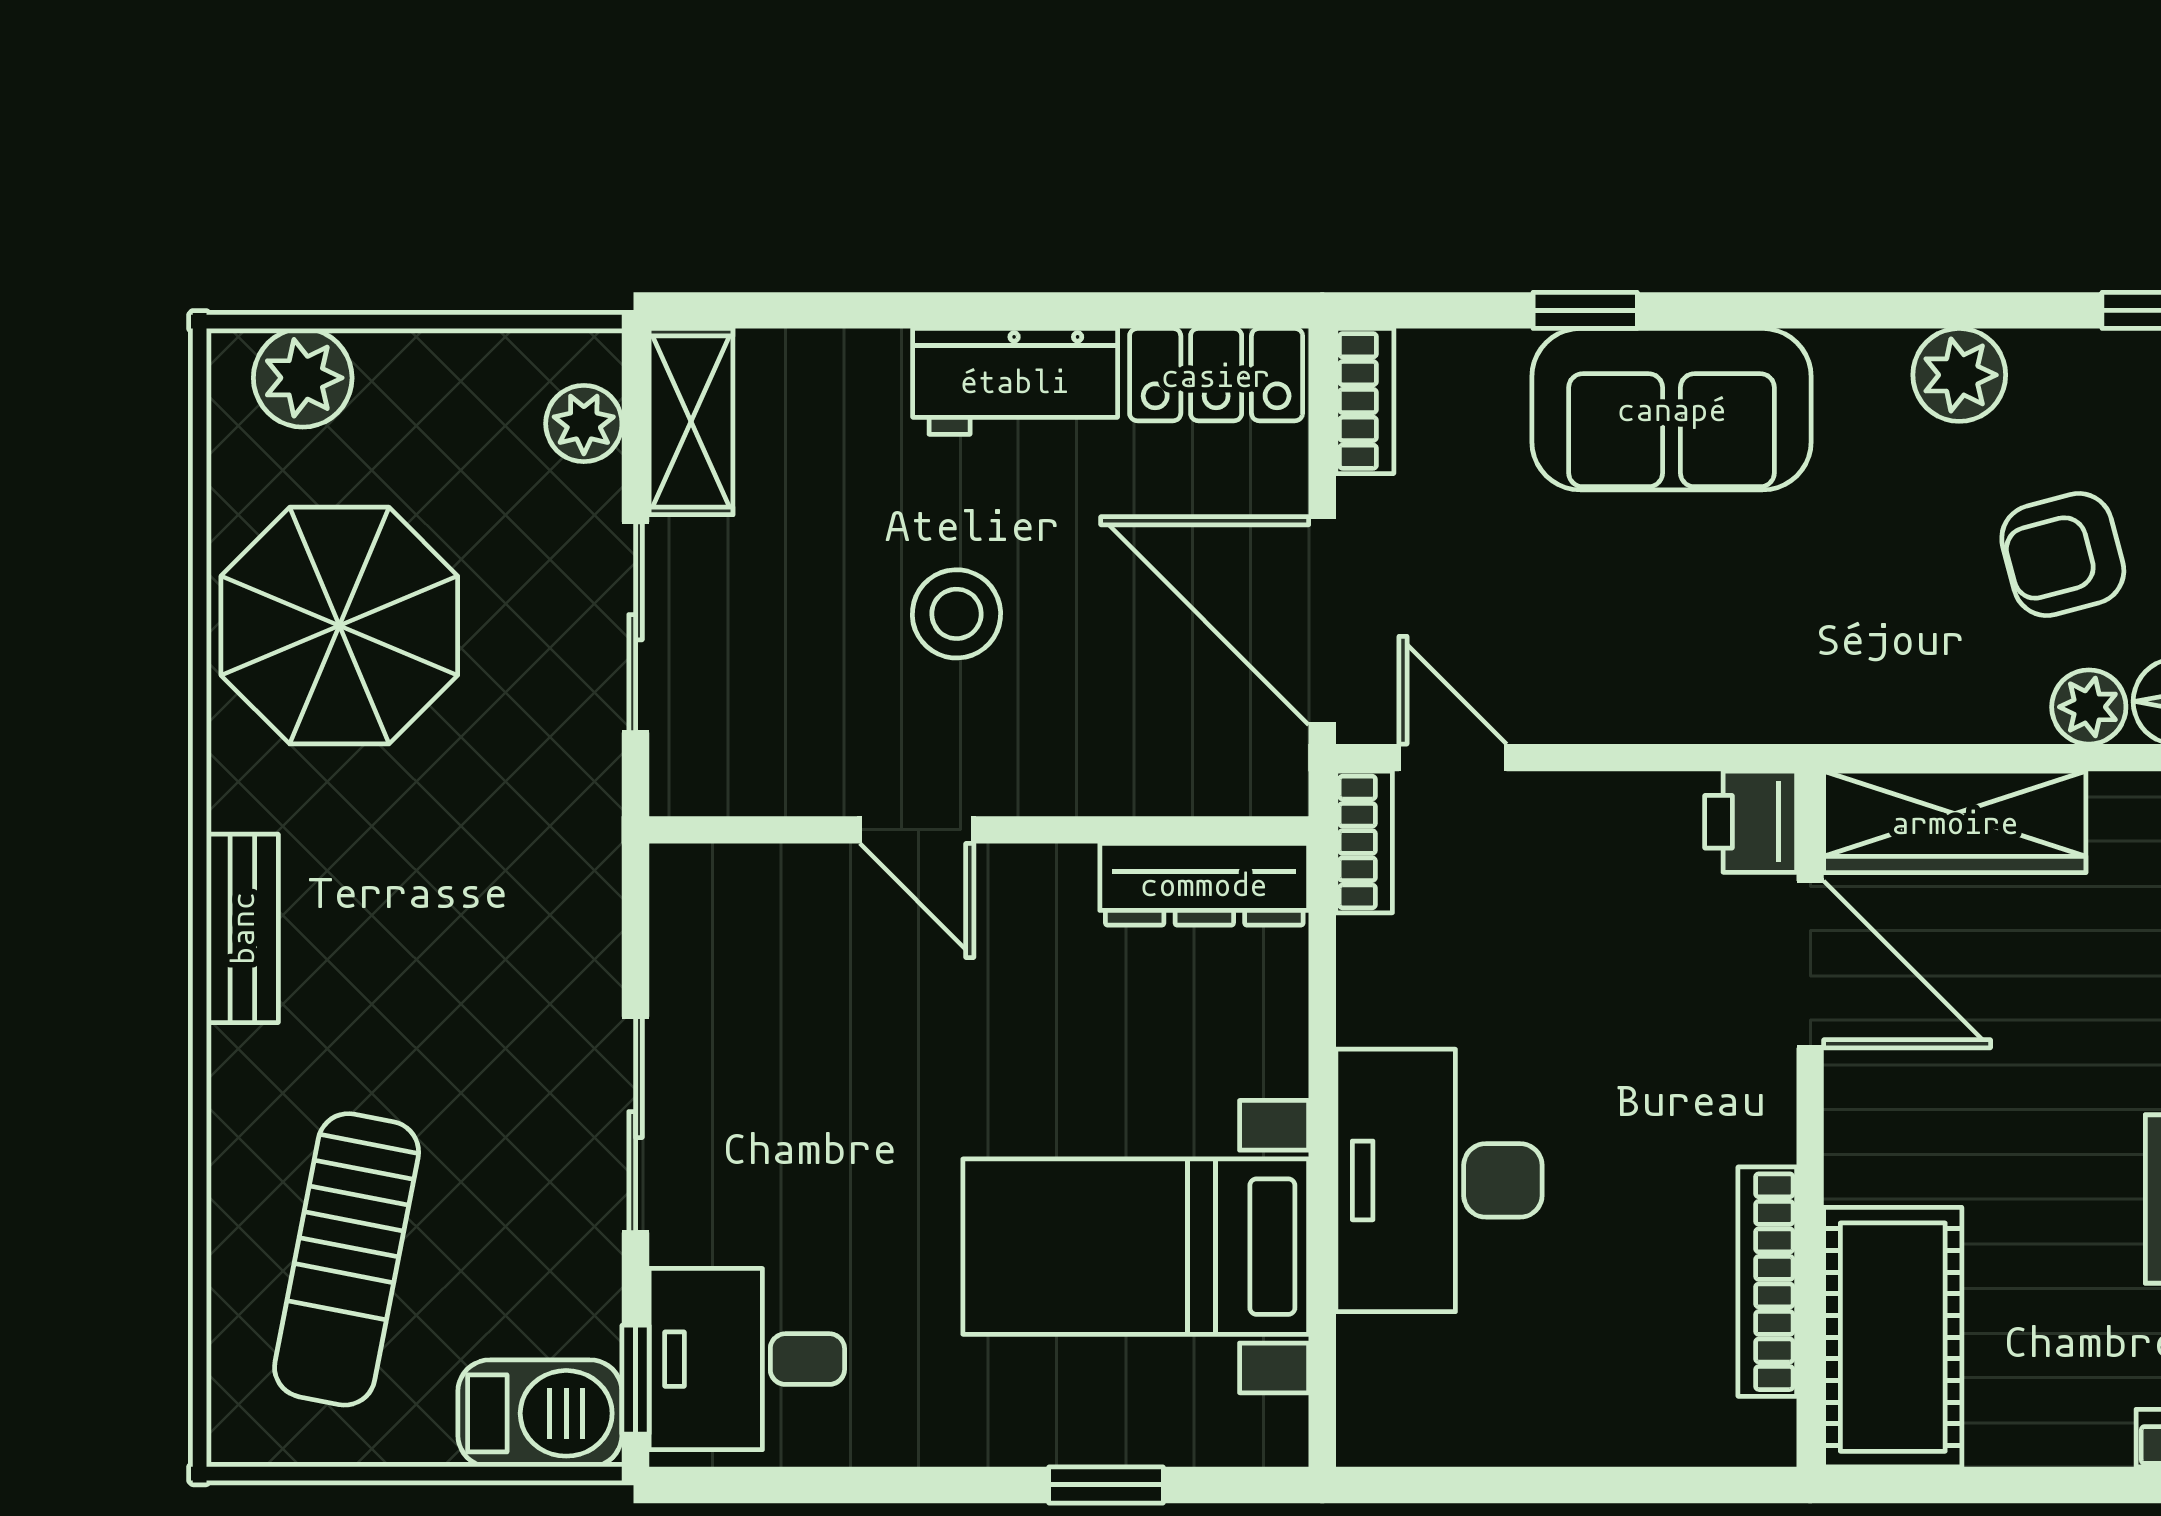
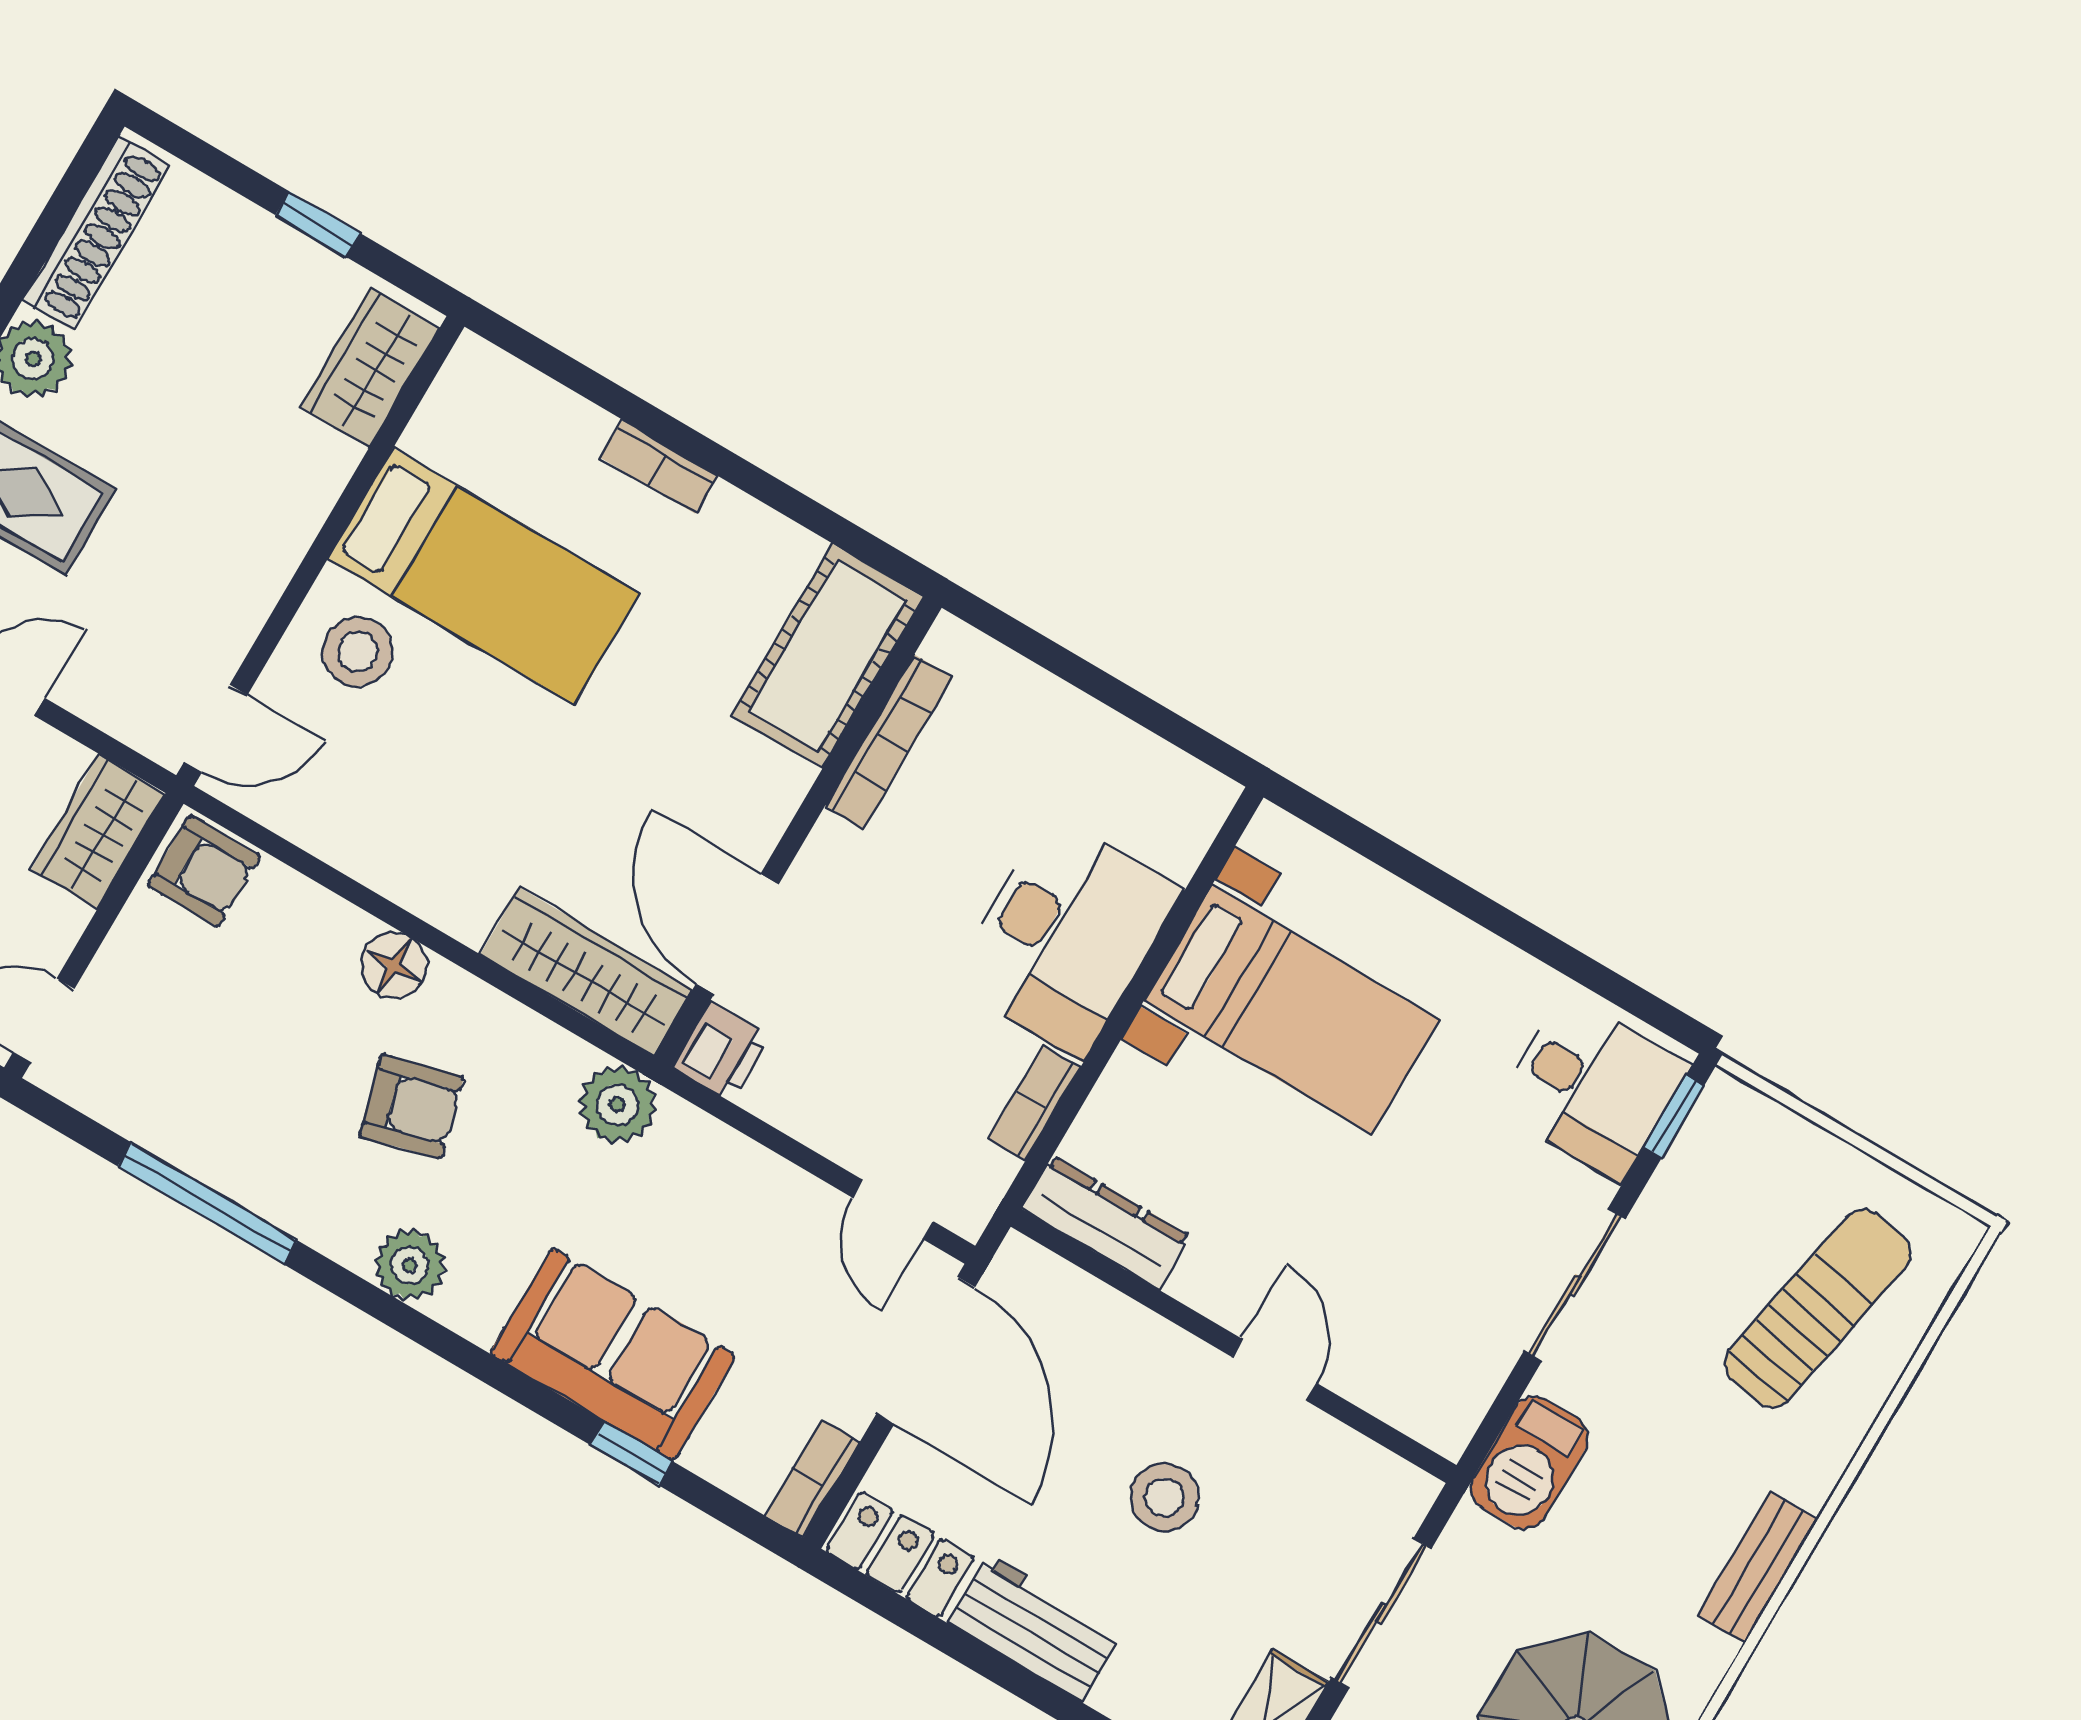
plant: (2089, 707) -> (617, 1105), moved, width x1.38, depth x1.38
bookcase: (1364, 842) -> (1034, 1103), moved
barbecue: (540, 1413) -> (1530, 1463), moved, turned -90
window: (1106, 1485) -> (1404, 864), removed

